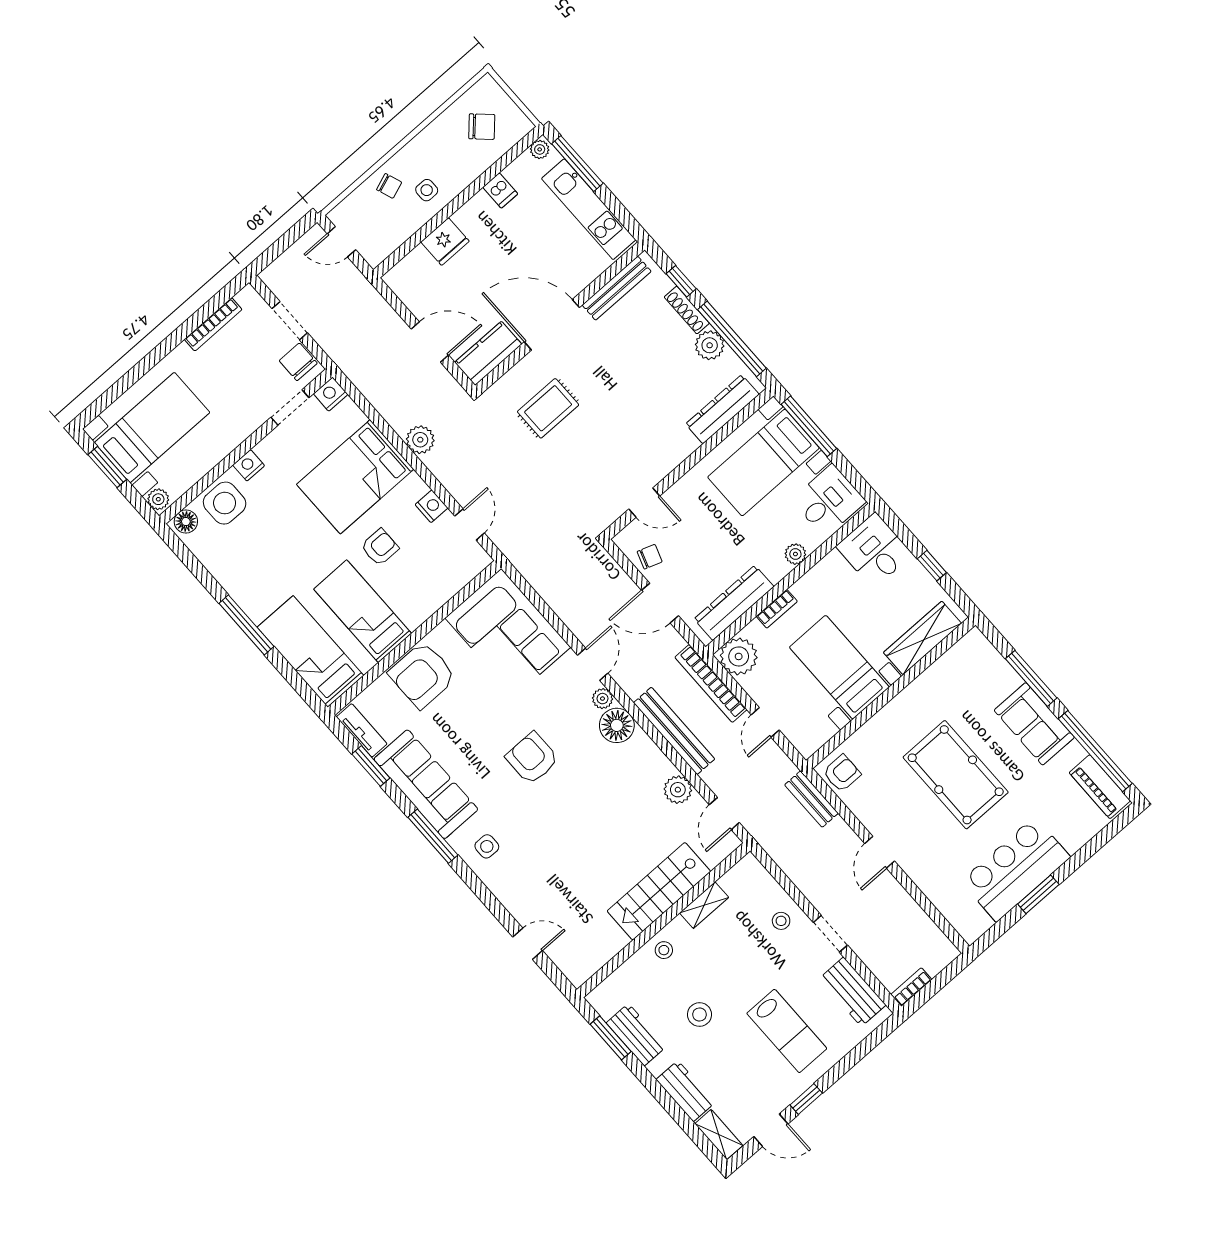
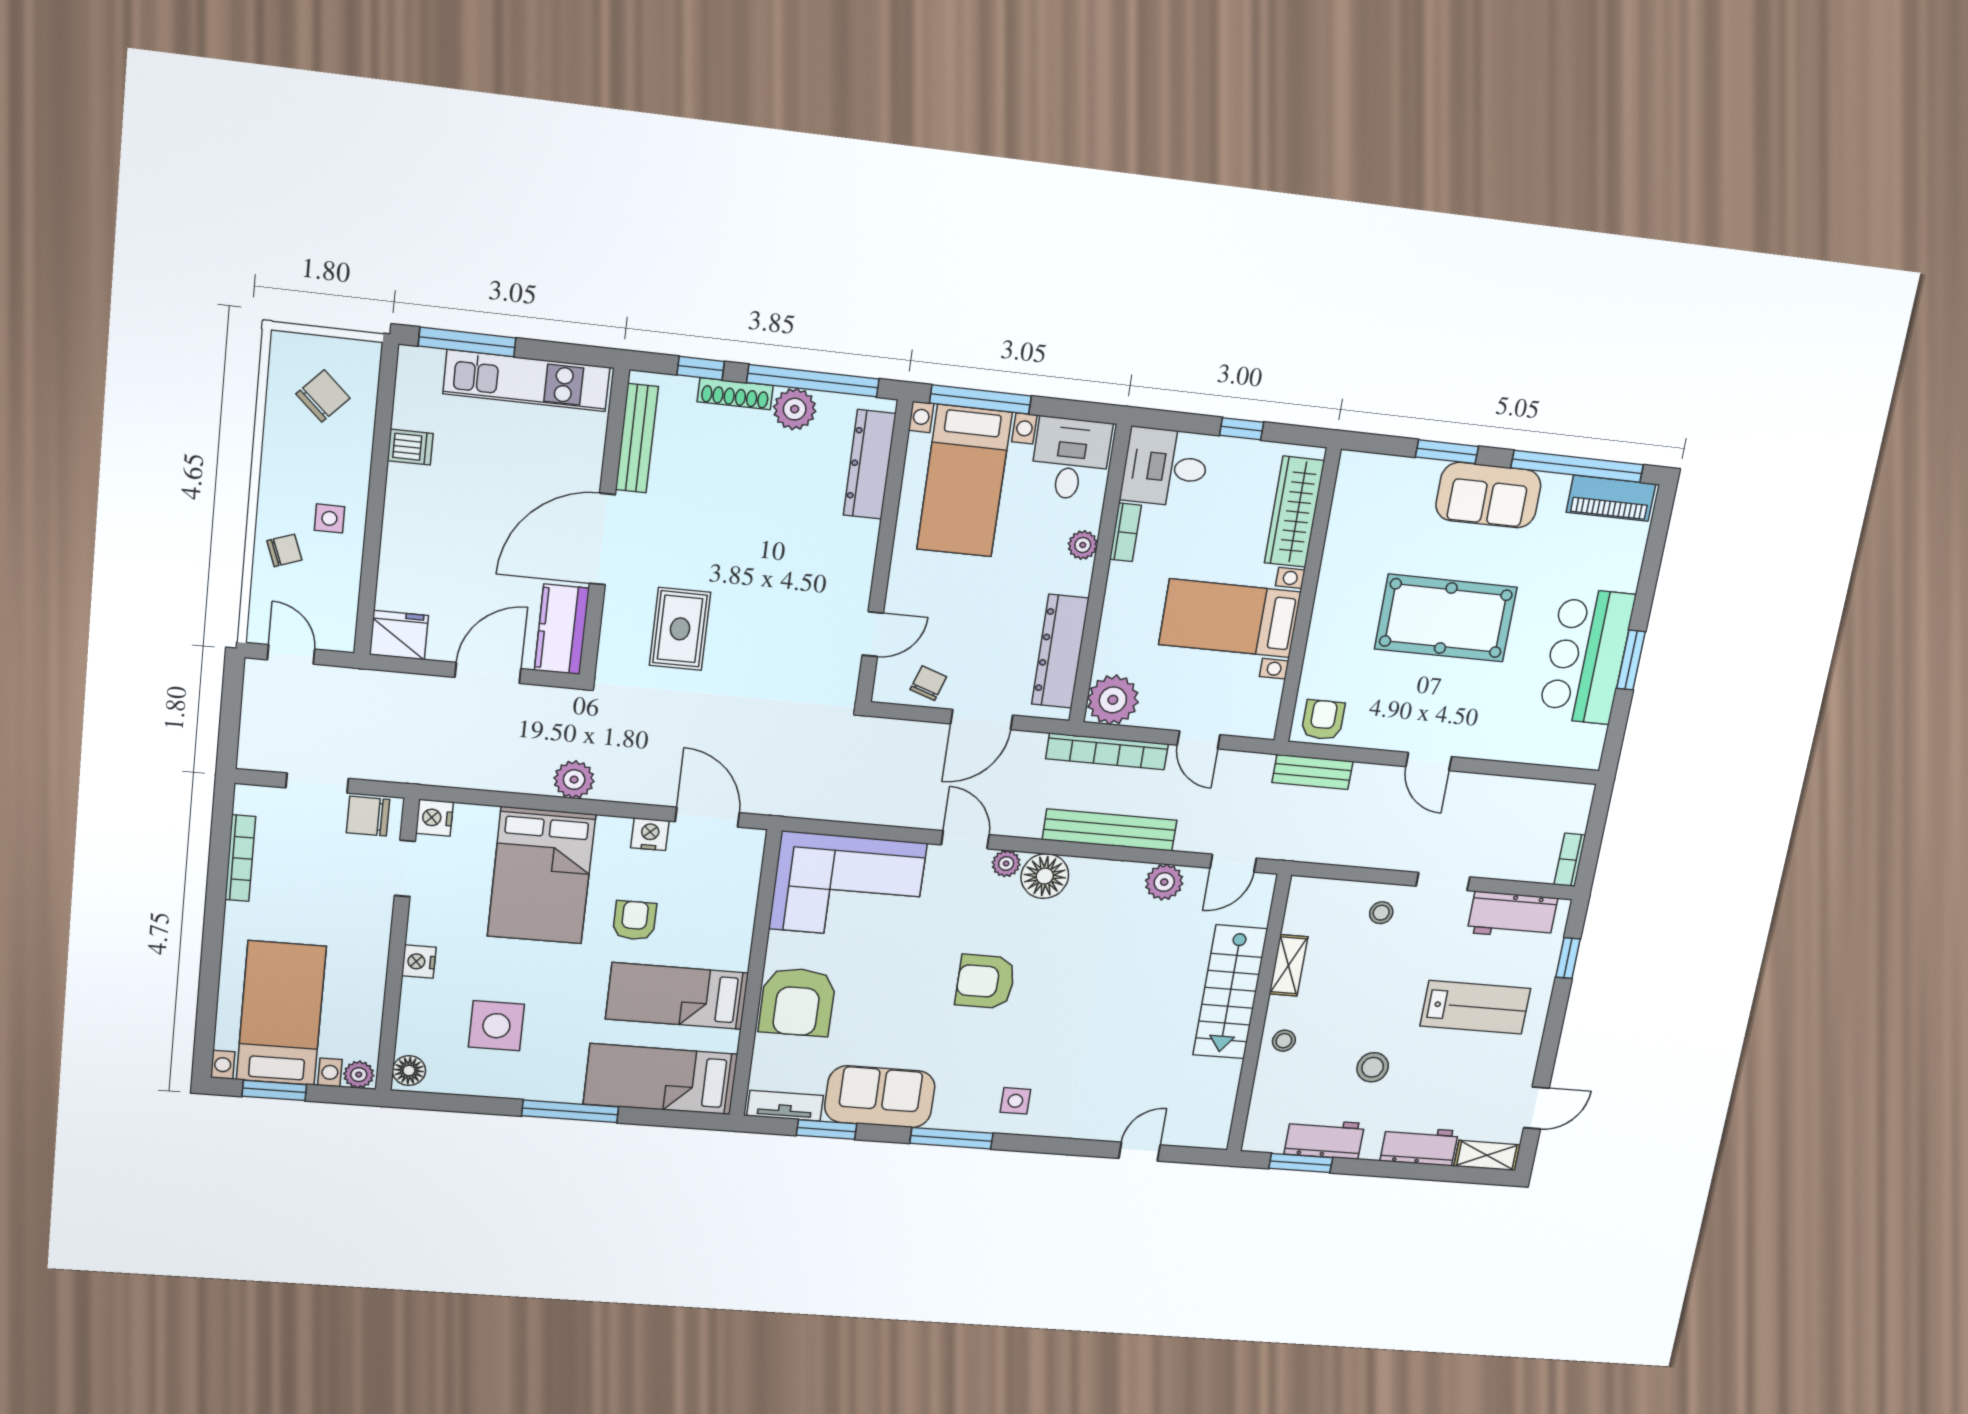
plant: (540, 149) -> (411, 364), removed
door: (341, 242) -> (291, 654), swing flipped
fridge: (445, 242) -> (399, 635), moved, turned -90
side table: (225, 503) -> (496, 1026), moved
door: (470, 525) -> (707, 817), width x1.37
bookcase: (777, 609) -> (1125, 532), moved
window: (1031, 678) -> (1447, 452), width x0.69
sofa: (426, 784) -> (880, 1097), width x0.73
door: (724, 814) -> (1233, 863), hinge flipped
window: (806, 1099) -> (1568, 958), moved

